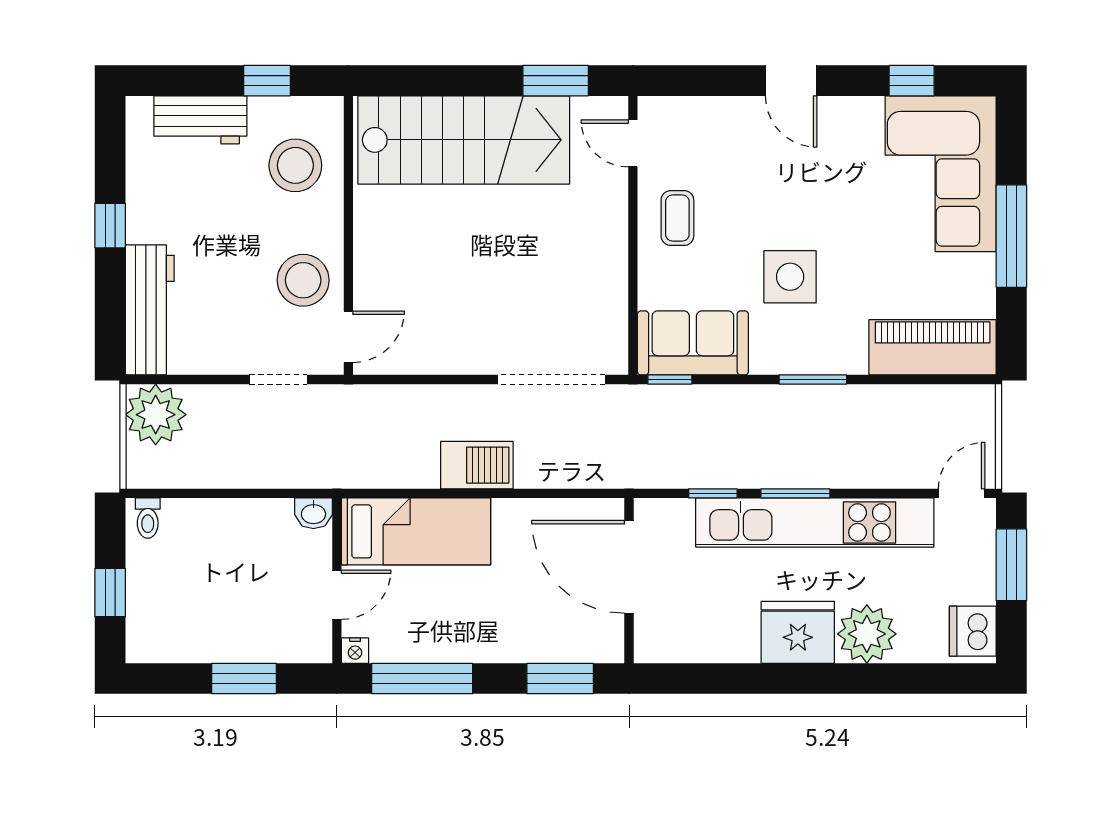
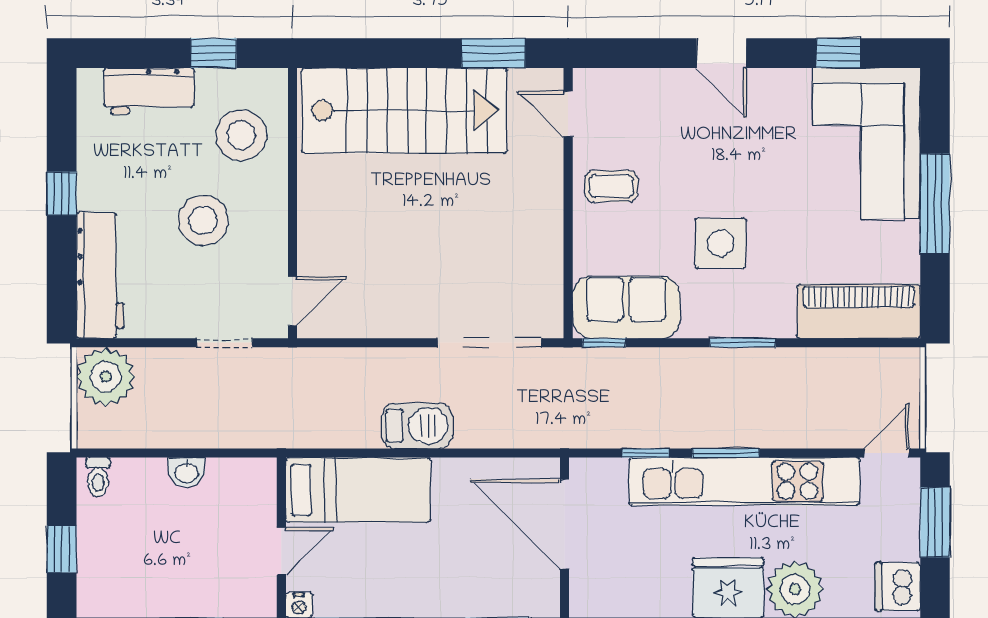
coffee table: (677, 218) -> (611, 186), turned 90
stool: (303, 280) -> (203, 220), moved
washbasin: (313, 513) -> (187, 472), moved

